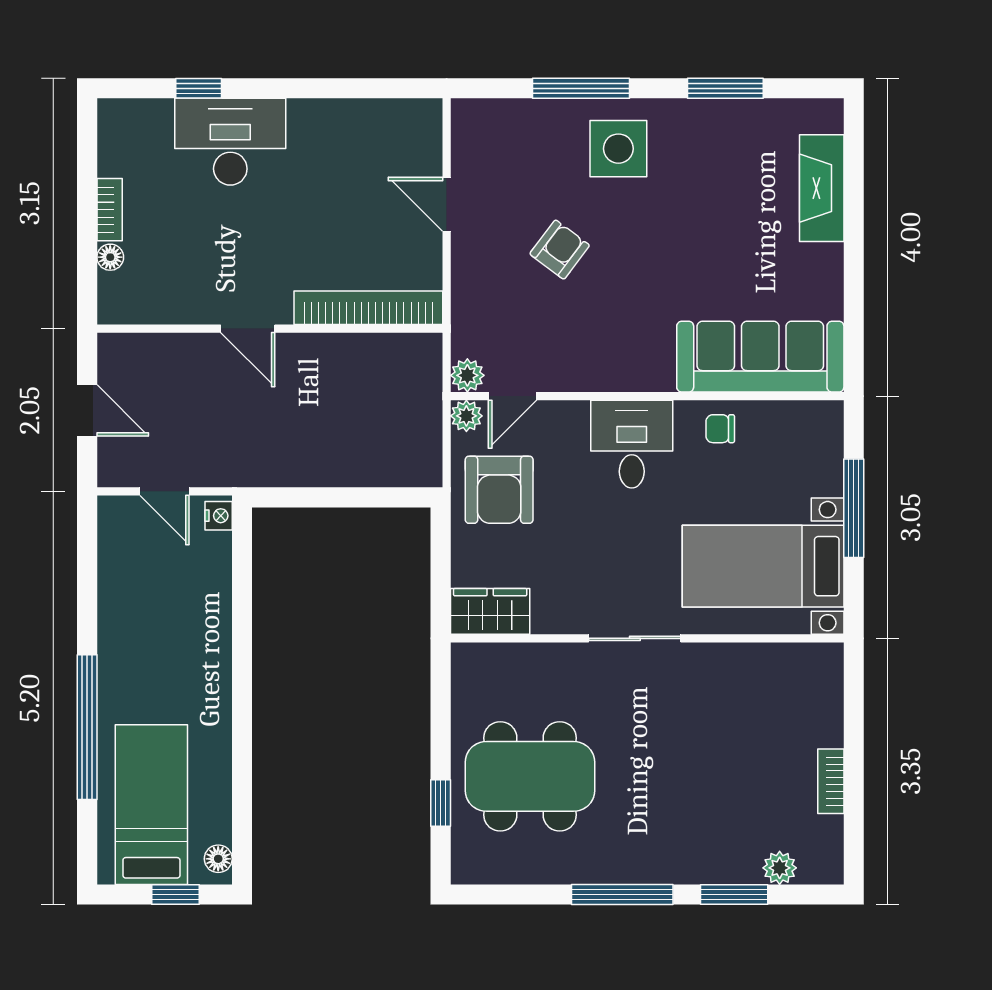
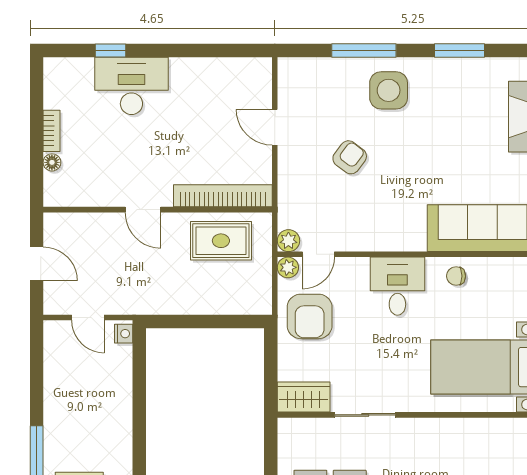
rug: (365, 375) -> (221, 241), added
sliding door: (635, 638) -> (365, 415), moved

